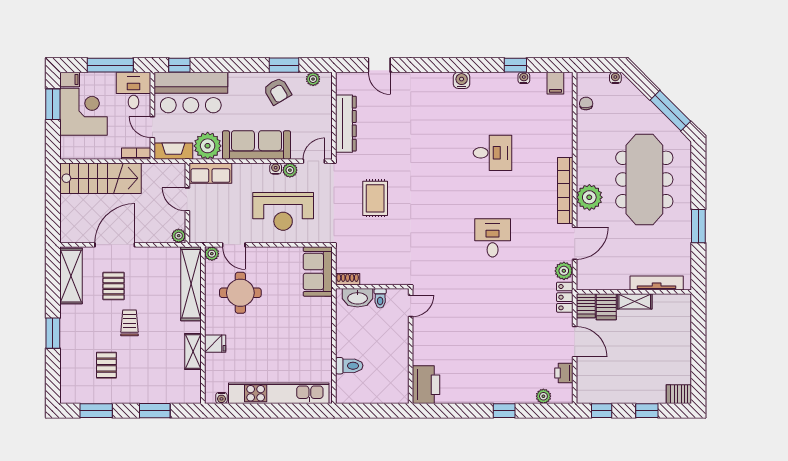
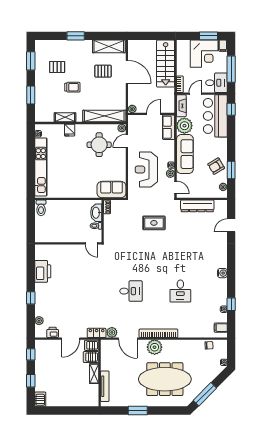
trolley: (130, 323) -> (72, 87), moved
toilet: (349, 366) -> (41, 208), moved
printer: (426, 385) -> (43, 271), moved, turned -90

